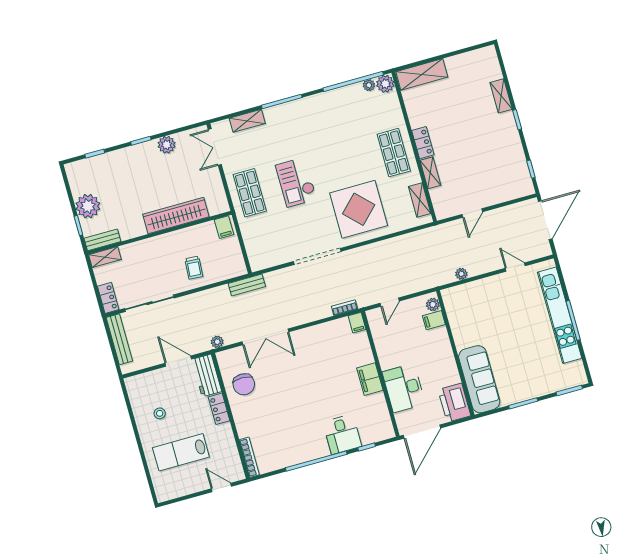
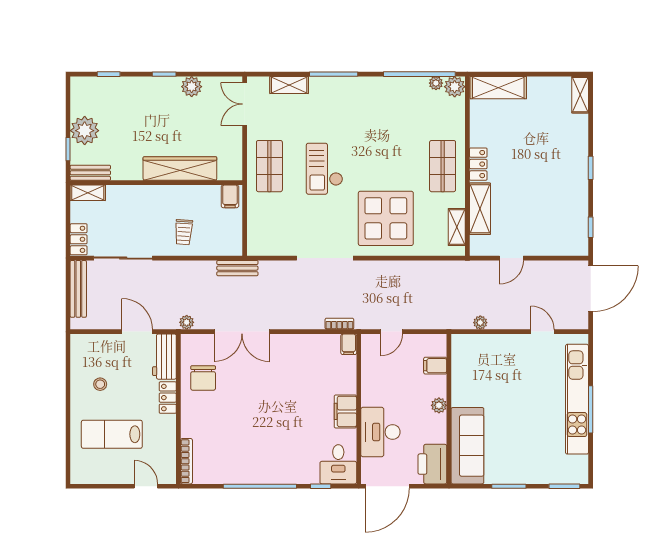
shelving: (501, 96) -> (580, 95), moved
shelving: (430, 173) -> (480, 209), width x1.50, depth x1.33
plant: (433, 304) -> (439, 405), moved
desk: (342, 434) -> (338, 464), moved

